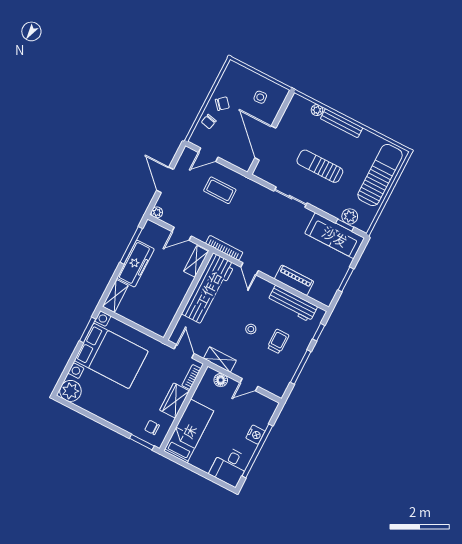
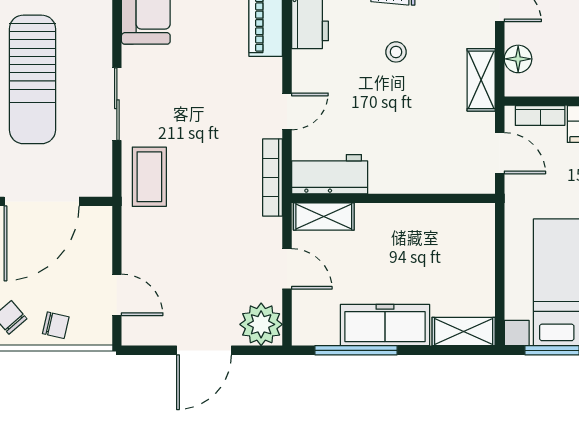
sun lounger: (320, 166) -> (32, 79), width x1.36, depth x1.34
coffee table: (220, 190) -> (149, 177), moved
plant: (157, 212) -> (261, 324), width x1.88, depth x1.88
workbench: (208, 289) -> (330, 174), width x0.53, depth x0.76
door: (184, 351) -> (500, 153), swing flipped

